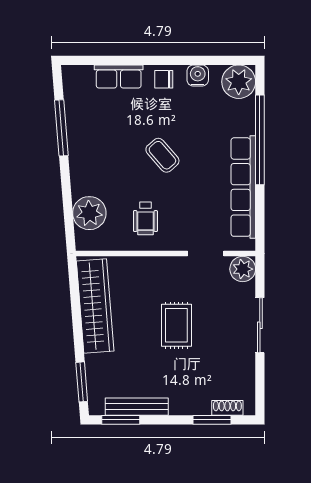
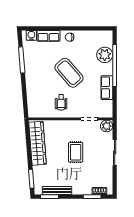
water cooler: (198, 76) -> (31, 35), moved
plant: (239, 82) -> (105, 55), moved
coffee table: (162, 155) -> (69, 73), width x1.86, depth x1.72
row of seats: (243, 187) -> (107, 88), width x0.50
plant: (89, 213) -> (35, 100), removed

